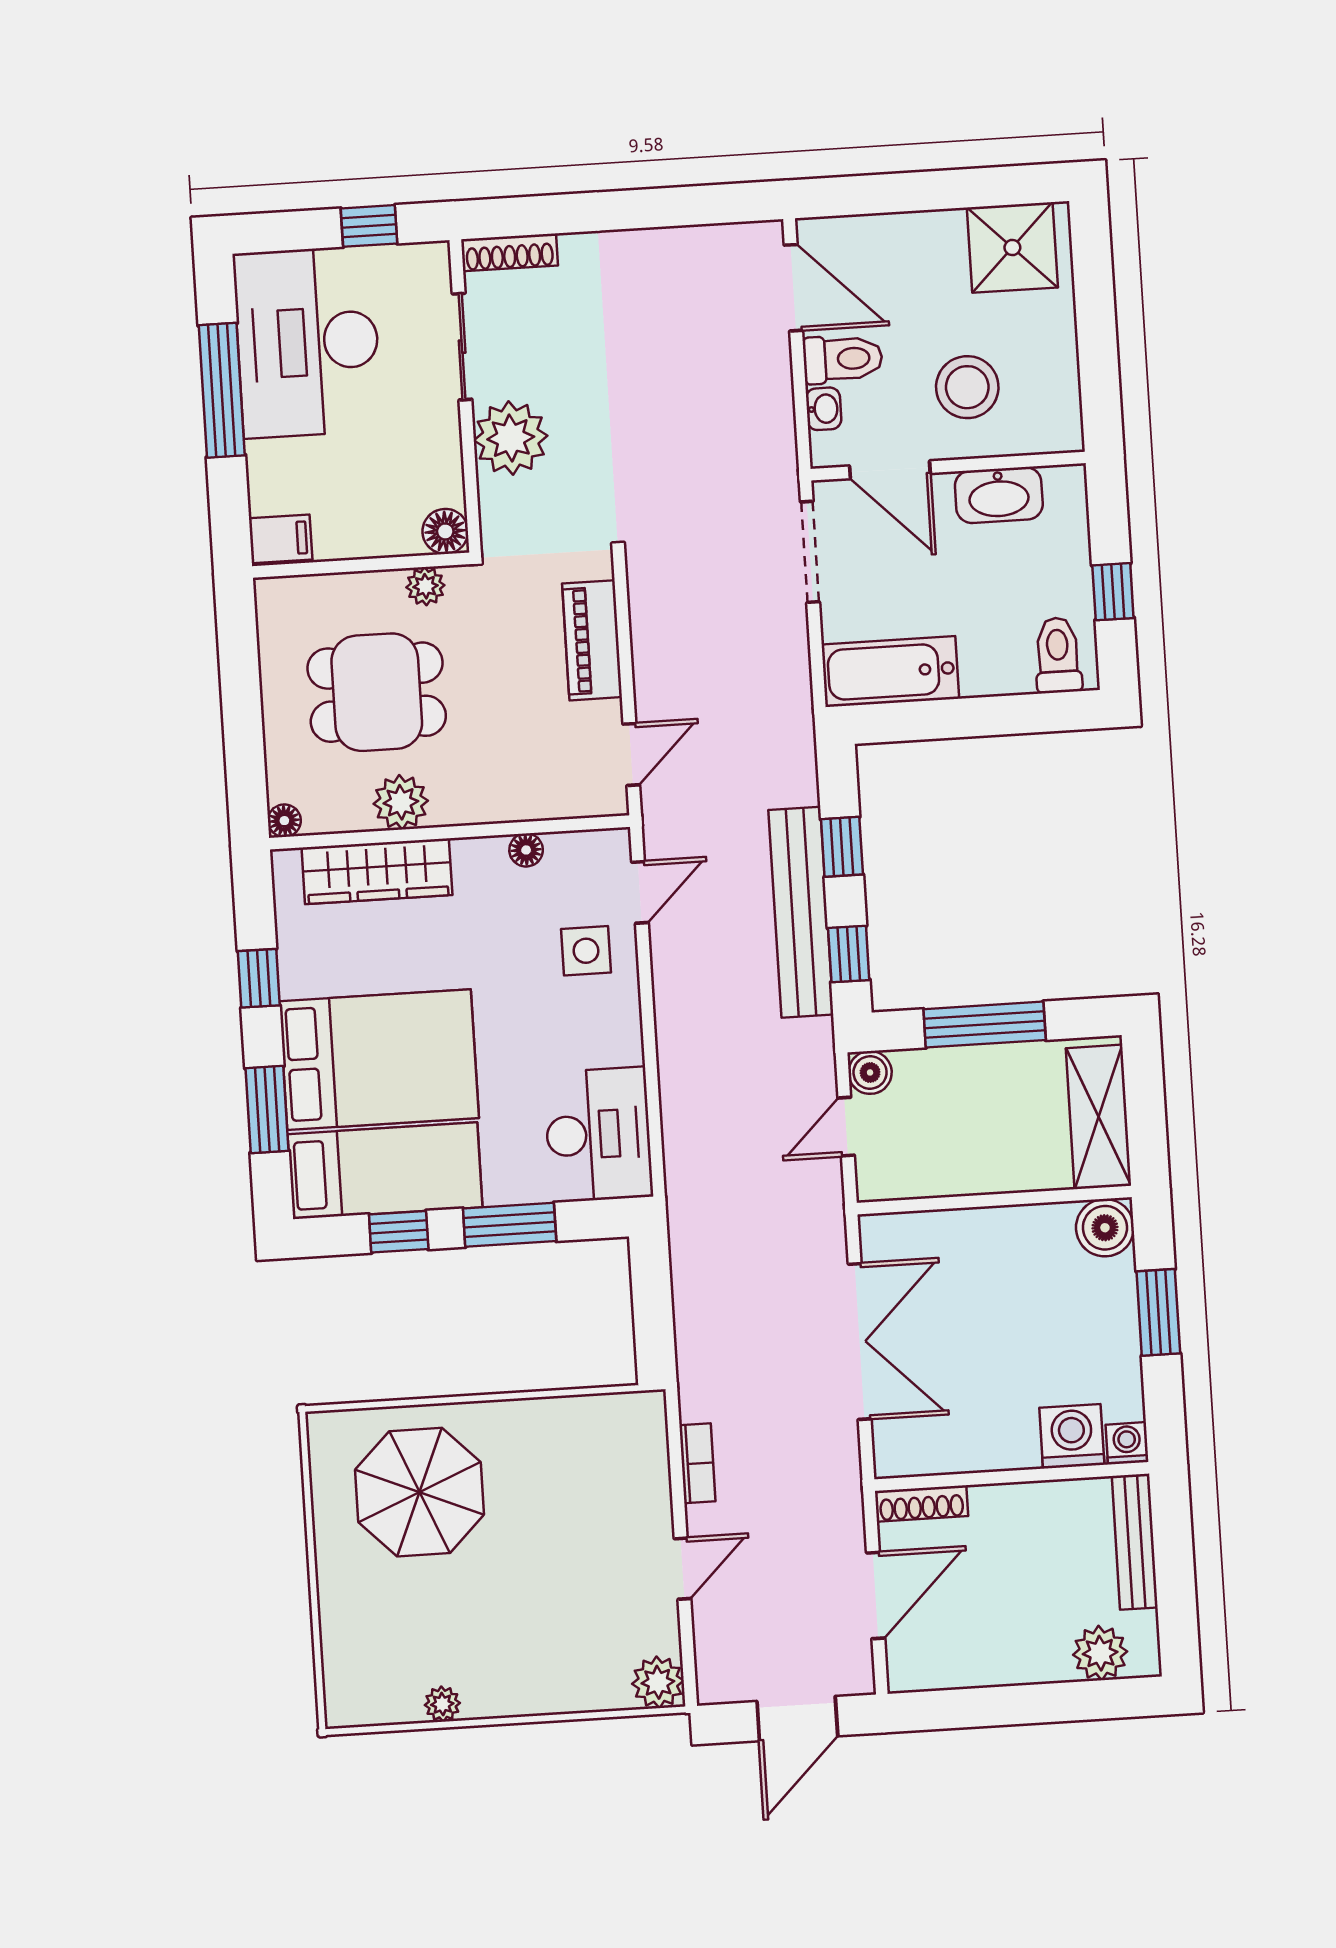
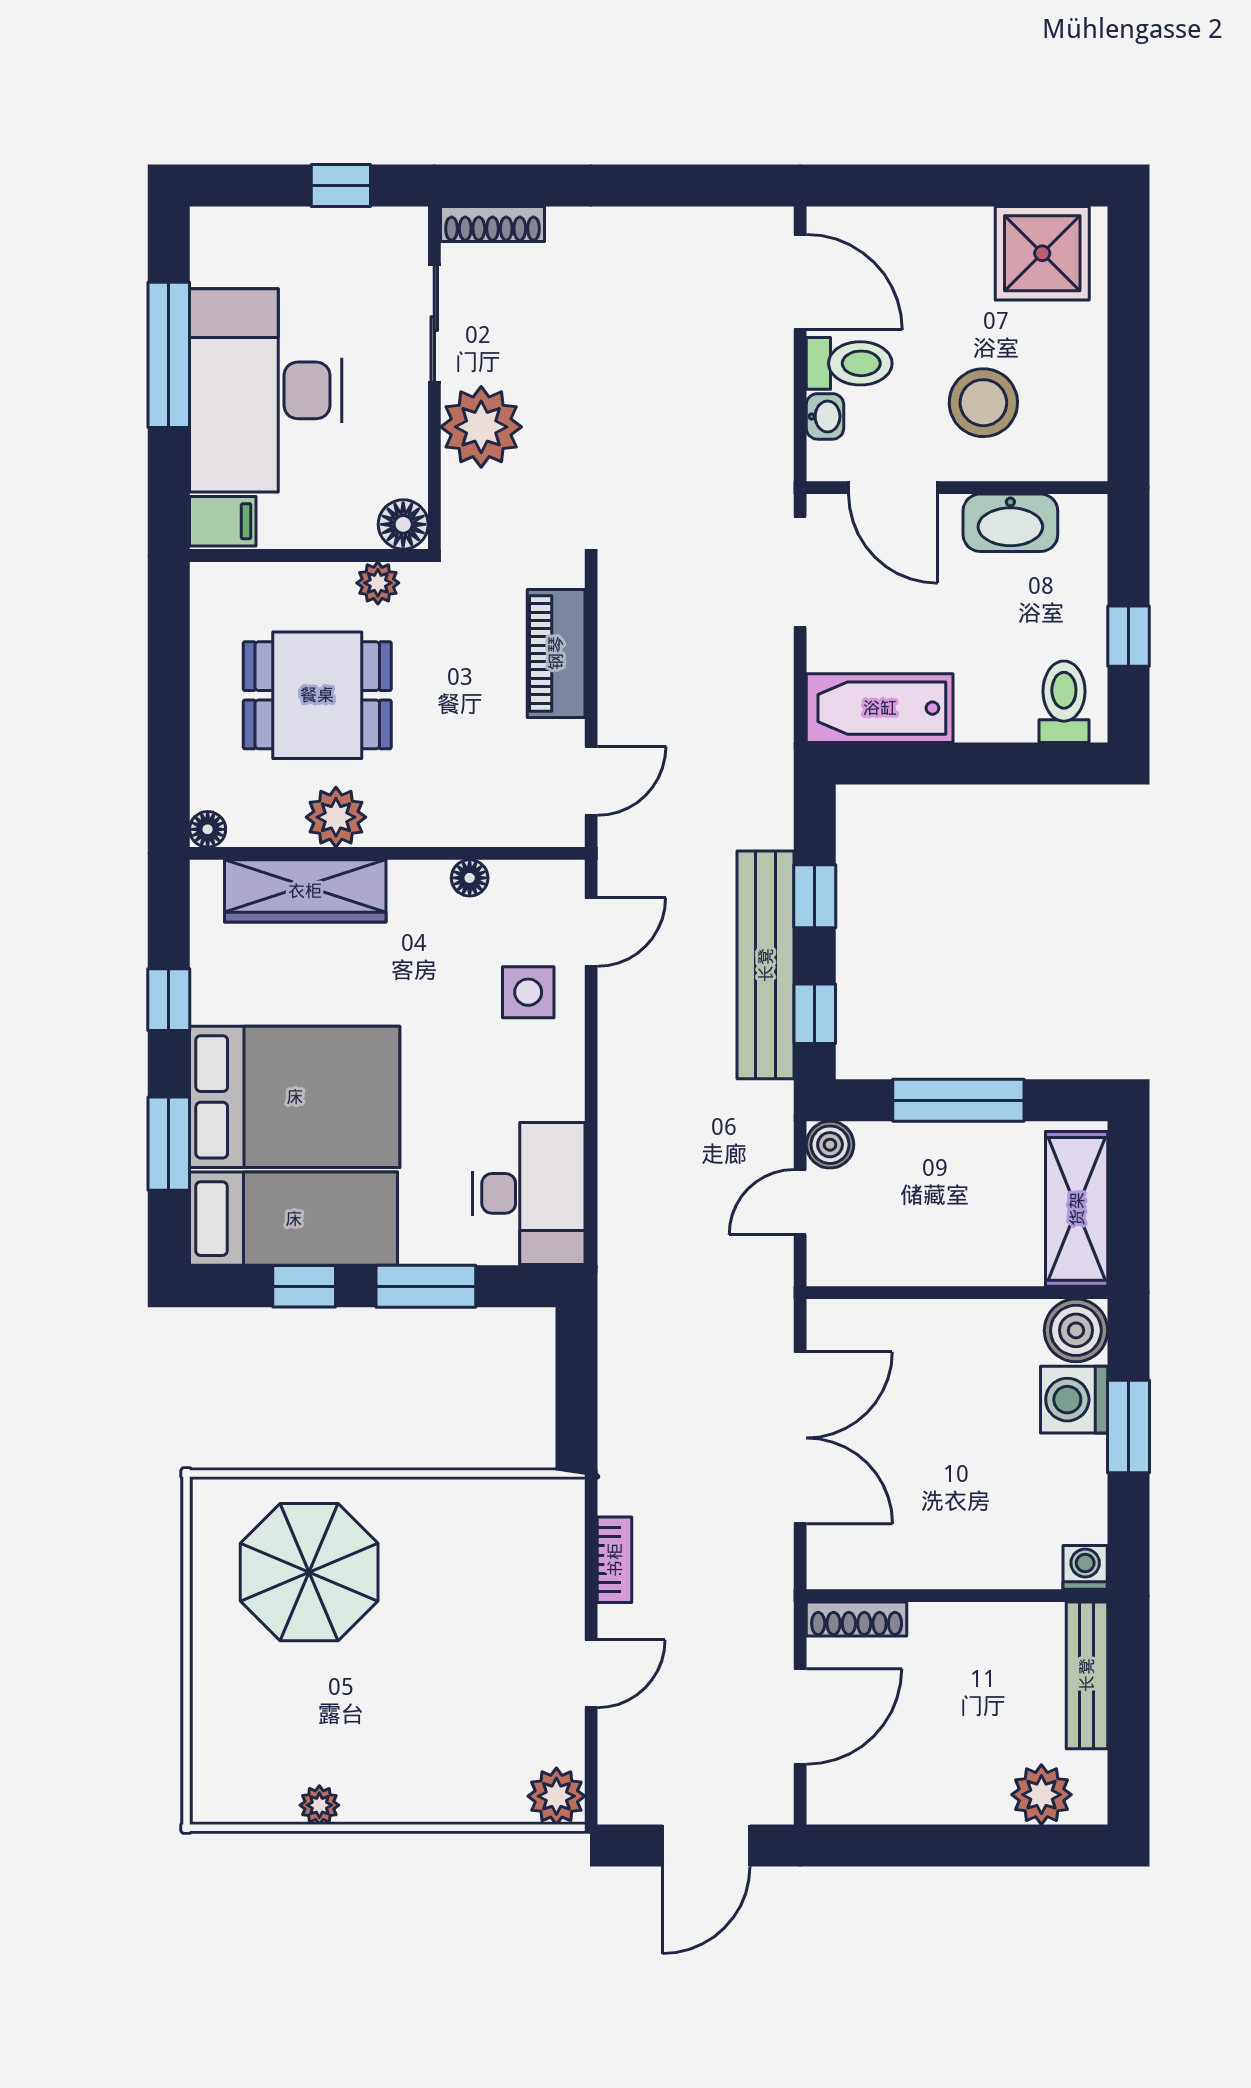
desk: (308, 342) -> (266, 390), moved
washing machine: (1072, 1436) -> (1074, 1400), moved, turned -90

